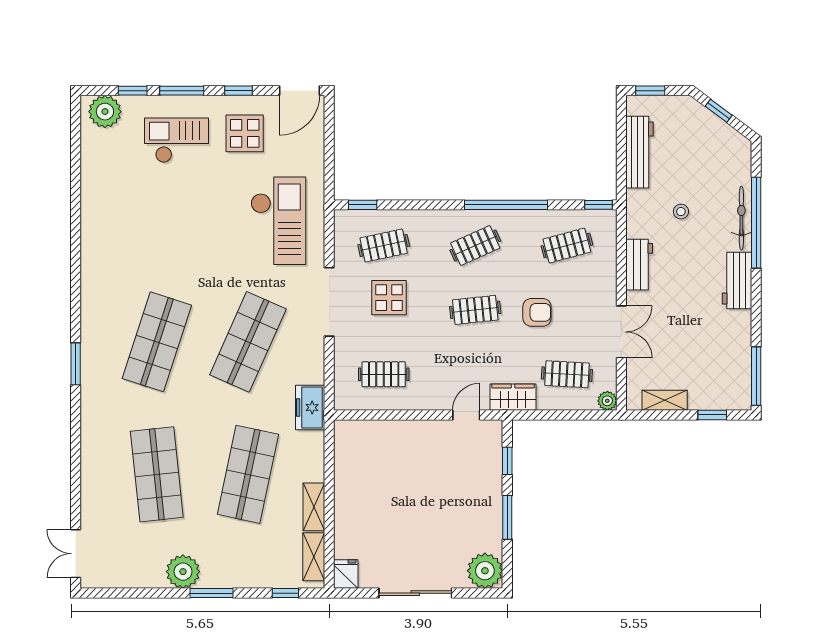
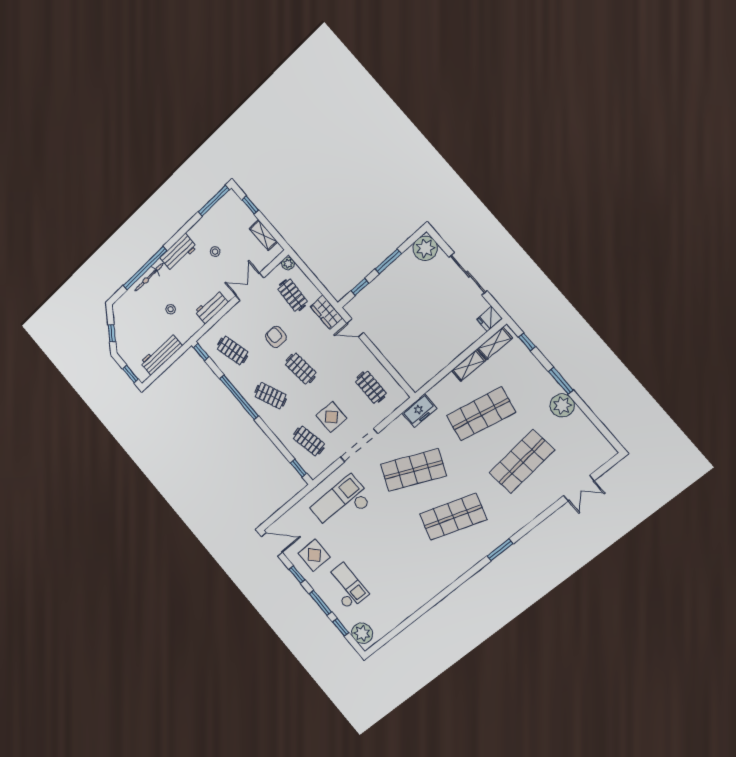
checkout: (176, 140) -> (346, 587), turned 180
stool: (698, 326) -> (215, 252), added
double door: (76, 554) -> (579, 488), moved

